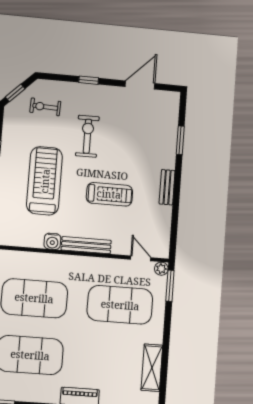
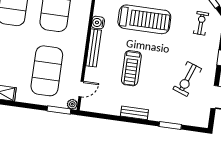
exercise bike: (87, 136) -> (187, 79), moved, turned 110

